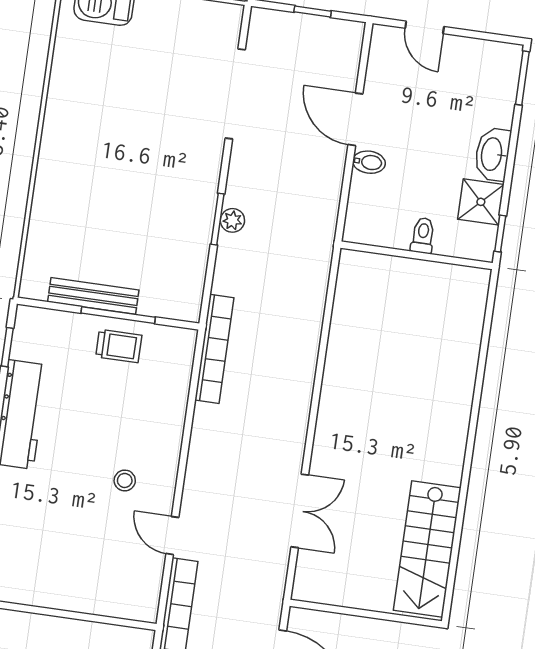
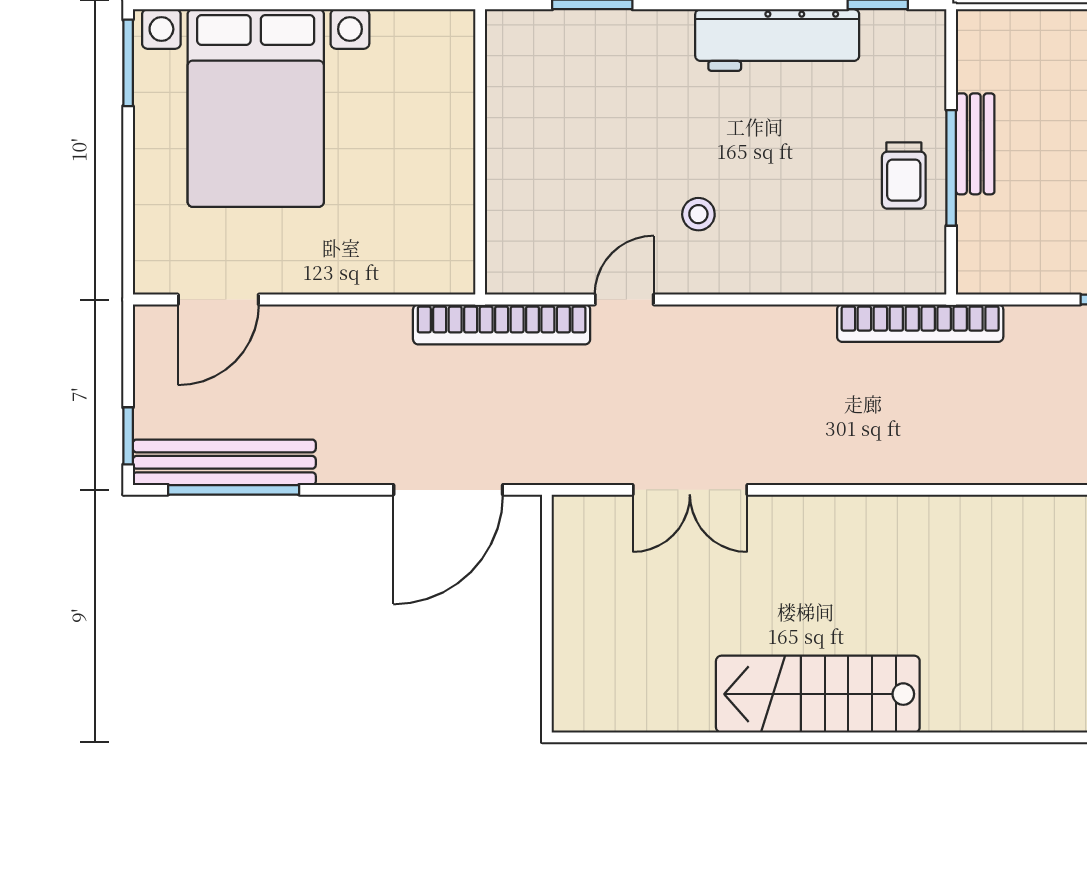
bench: (93, 296) -> (975, 144), width x0.73
stairs: (427, 549) -> (818, 694), moved

